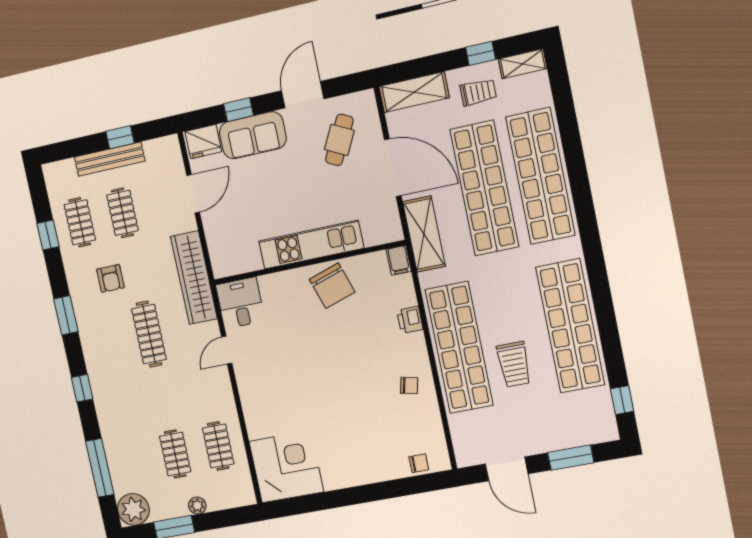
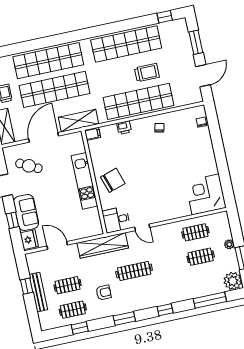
chair: (332, 286) -> (113, 180), moved

